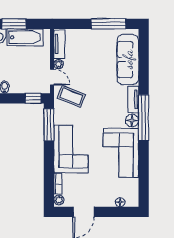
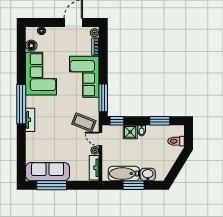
sofa: (128, 59) -> (48, 172), moved, turned -90
shower: (18, 85) -> (130, 132), added
floor lamp: (132, 121) -> (31, 46), moved

